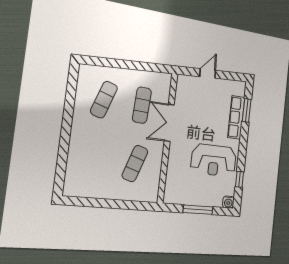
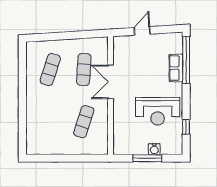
window: (247, 110) -> (186, 60), width x2.11
row of seats: (236, 117) -> (176, 68), width x0.68
water cooler: (228, 202) -> (154, 149), moved

